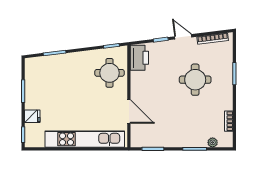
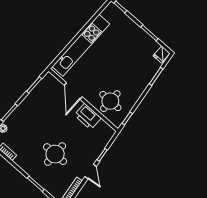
door: (183, 37) -> (91, 172), hinge flipped
printer: (139, 58) -> (88, 117), moved
door: (129, 111) -> (73, 91), hinge flipped
fridge: (32, 116) -> (162, 54), moved

